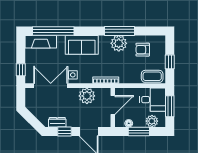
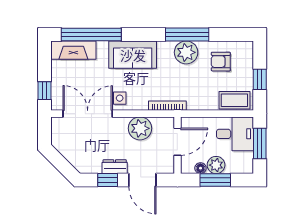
plant: (152, 121) -> (216, 165), moved
dresser: (57, 122) -> (115, 167), moved

